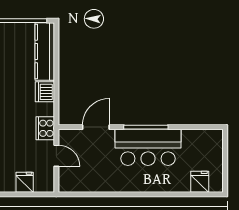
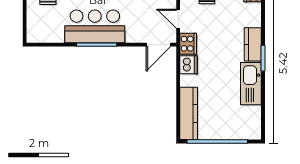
dishwasher: (45, 92) -> (189, 65), moved
door: (96, 127) -> (158, 45), moved

